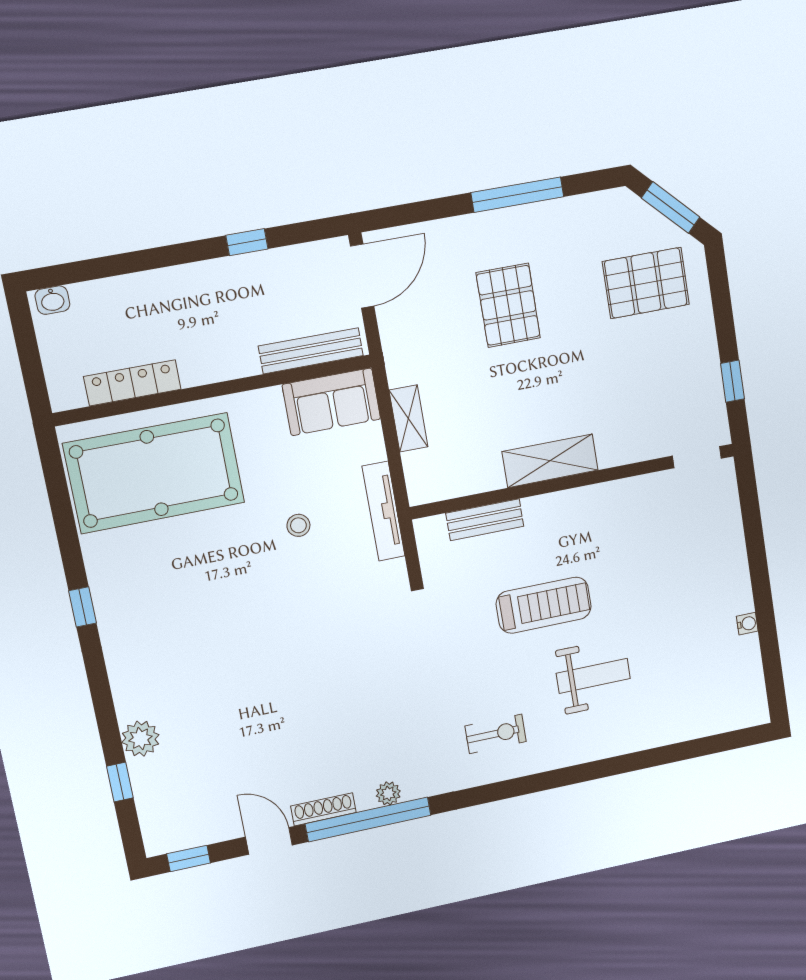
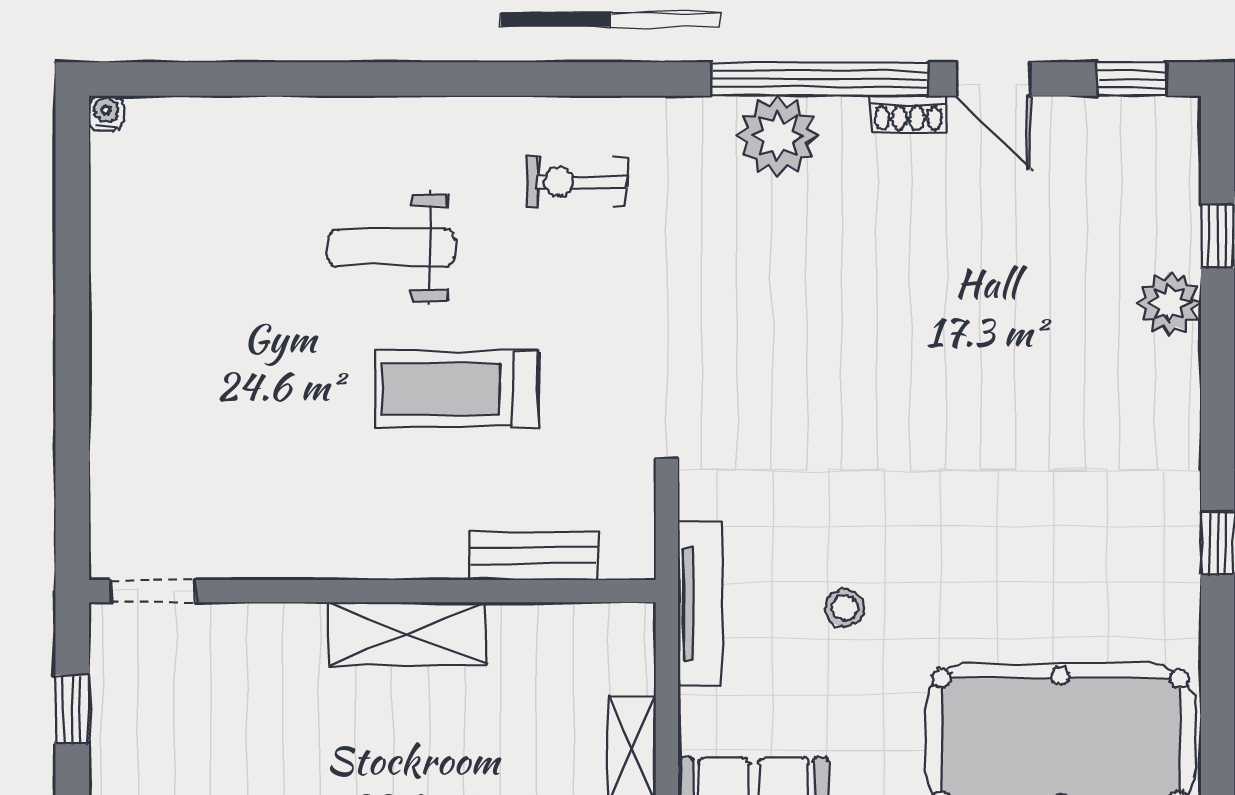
water cooler: (747, 624) -> (106, 113), moved, turned 90
plant: (388, 793) -> (778, 136), width x1.87, depth x1.87
shoe rack: (323, 809) -> (908, 114), width x0.70

